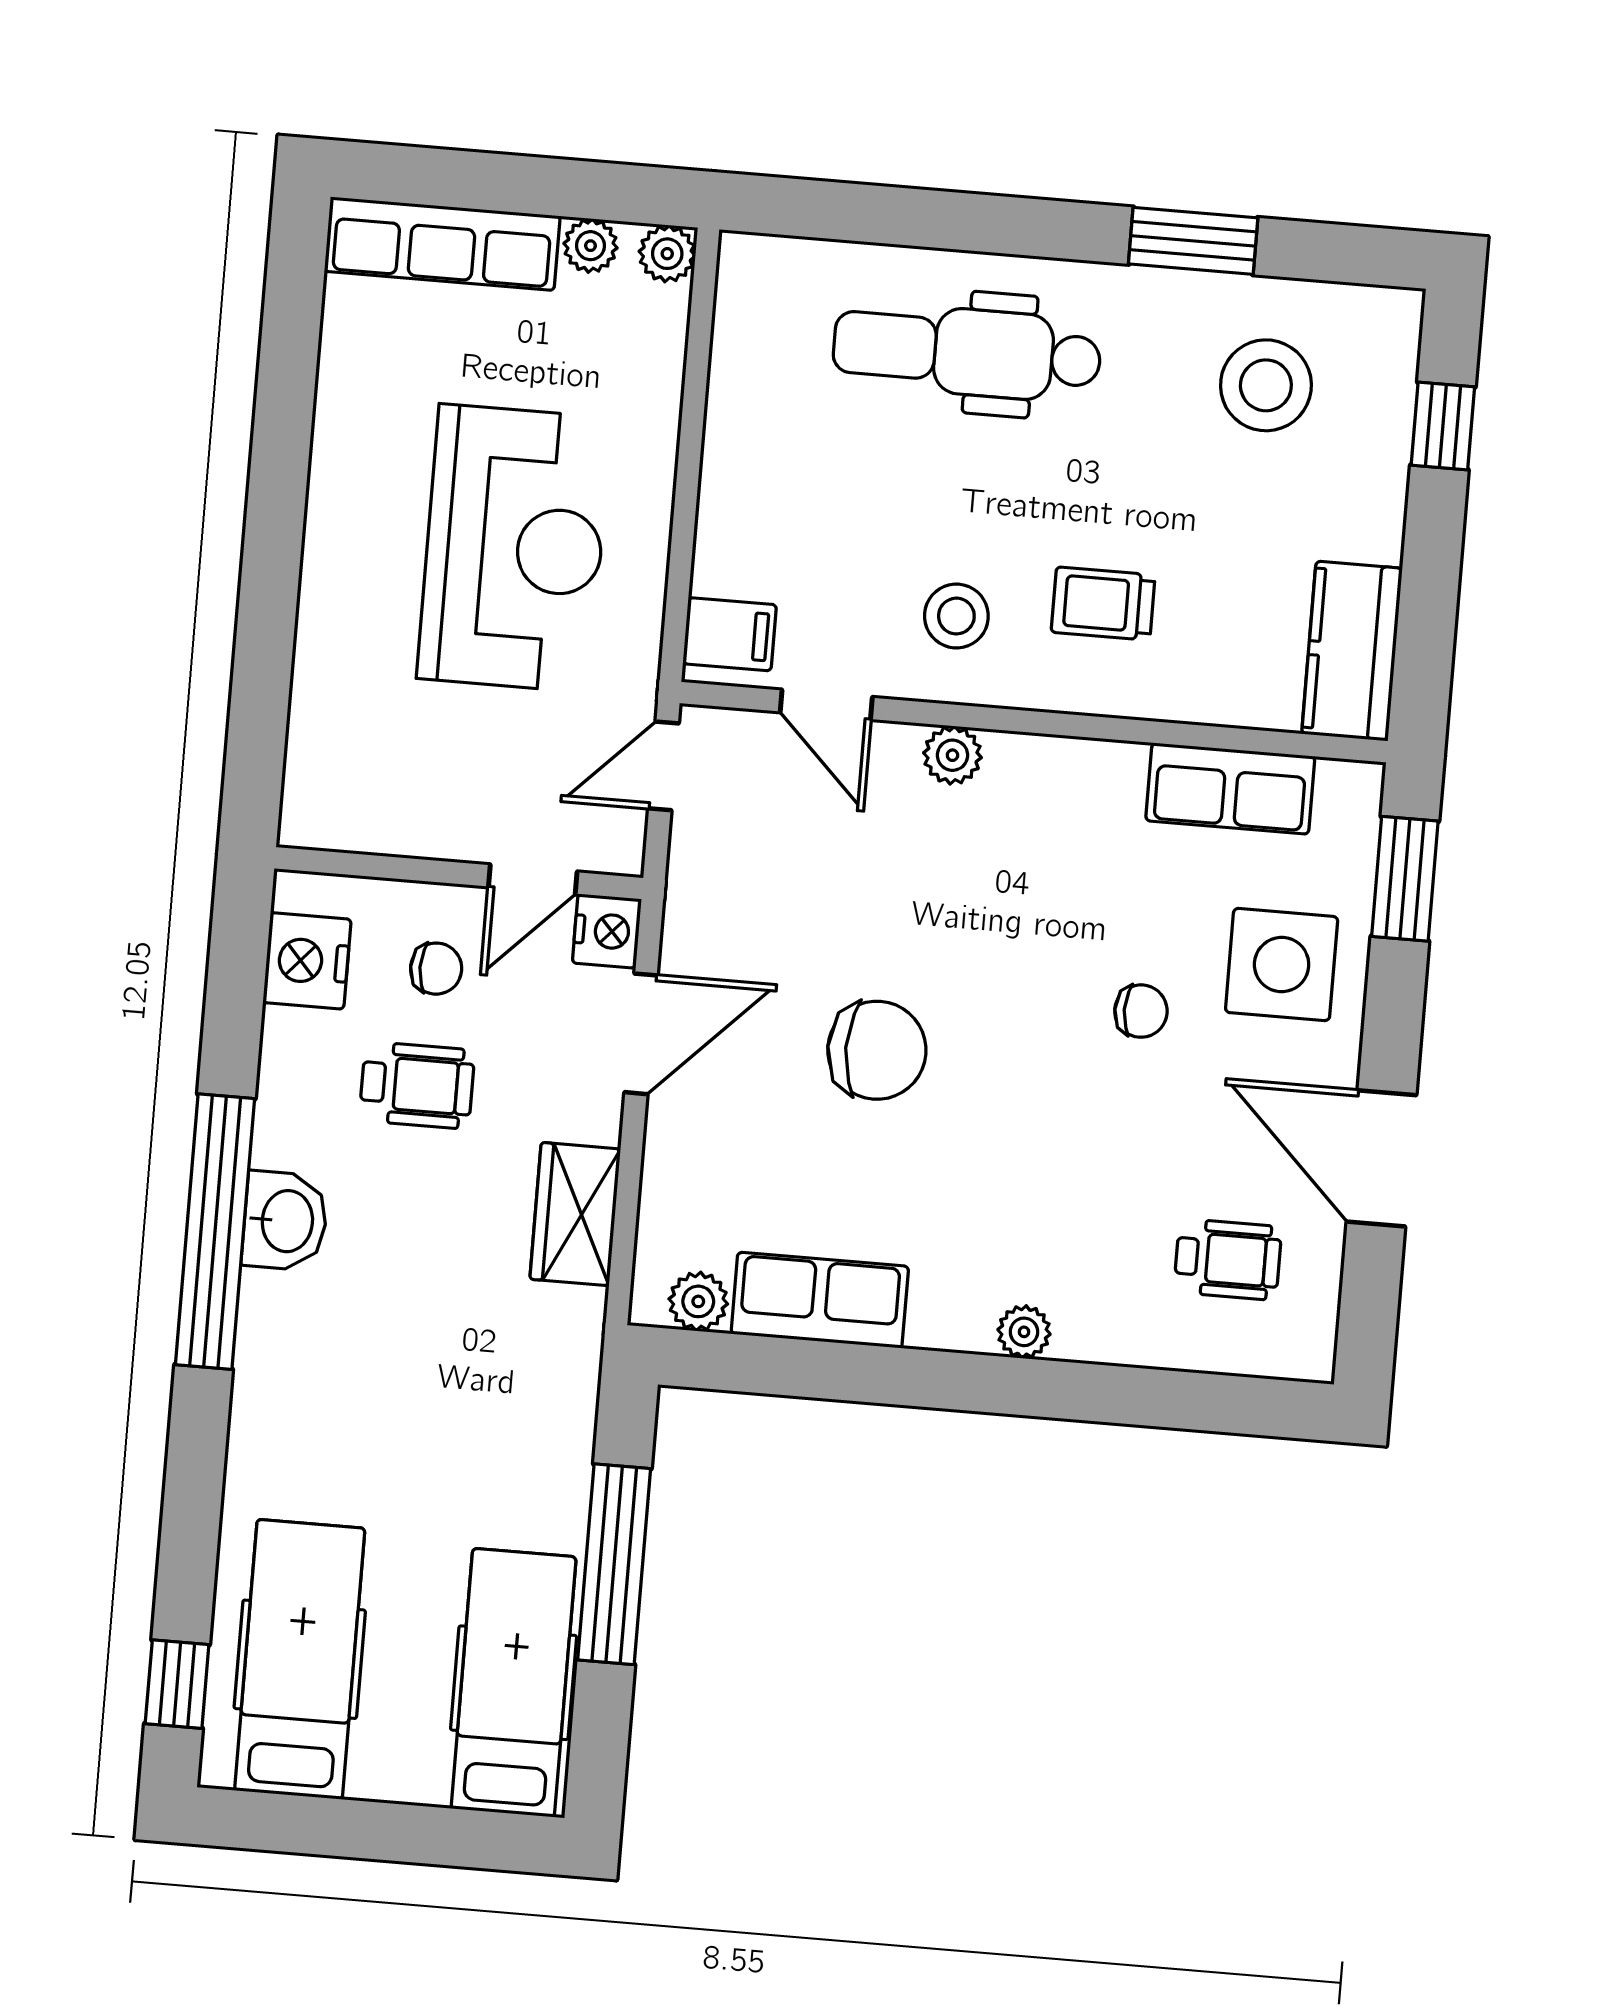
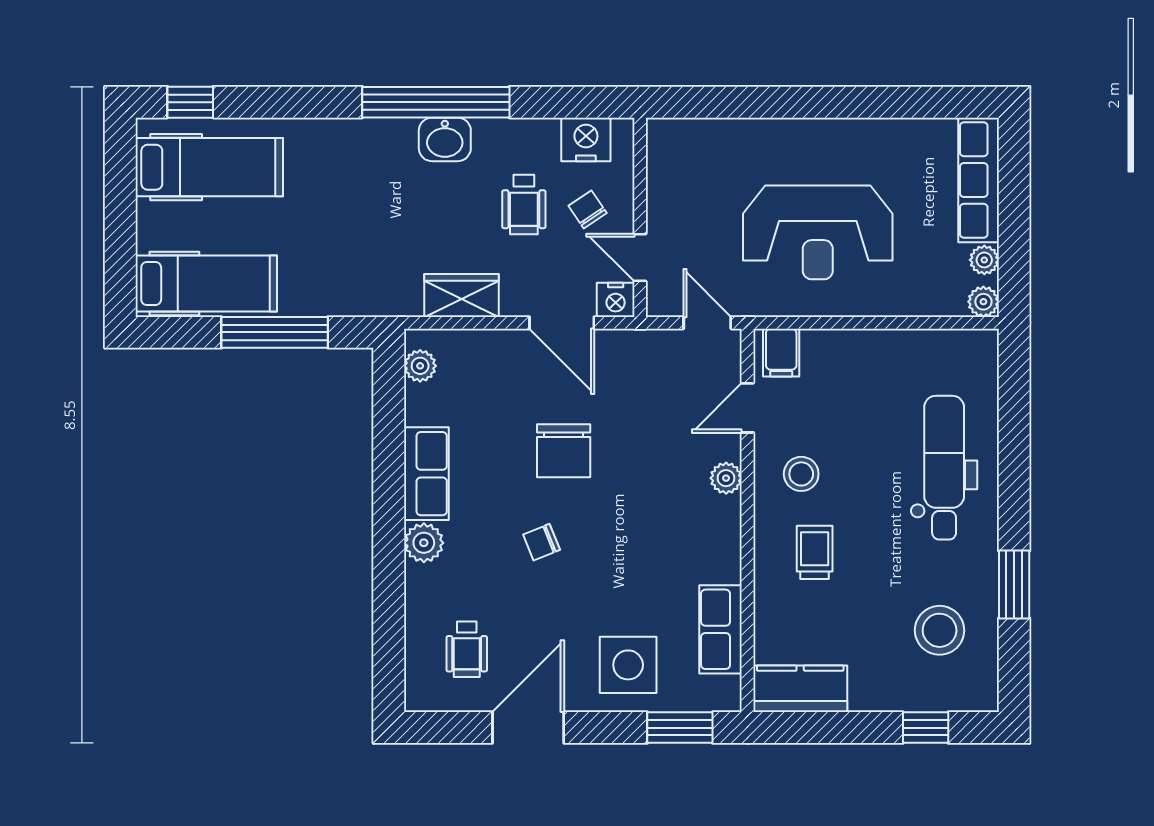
chair: (436, 969) -> (588, 209), turned 146
chair: (1141, 1011) -> (542, 542), moved, turned 68
row of seats: (820, 1300) -> (426, 474), moved
plant: (1024, 1332) -> (424, 543), width x1.38, depth x1.38

